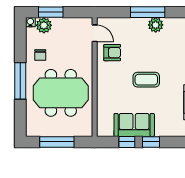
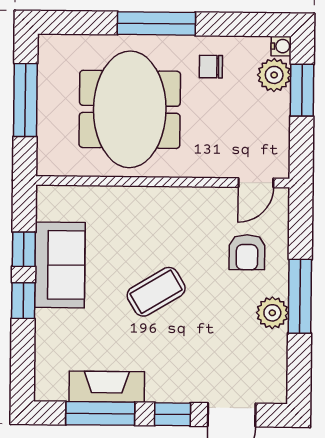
armchair: (112, 53) -> (247, 252), moved
coffee table: (146, 80) -> (156, 292), turned 59

